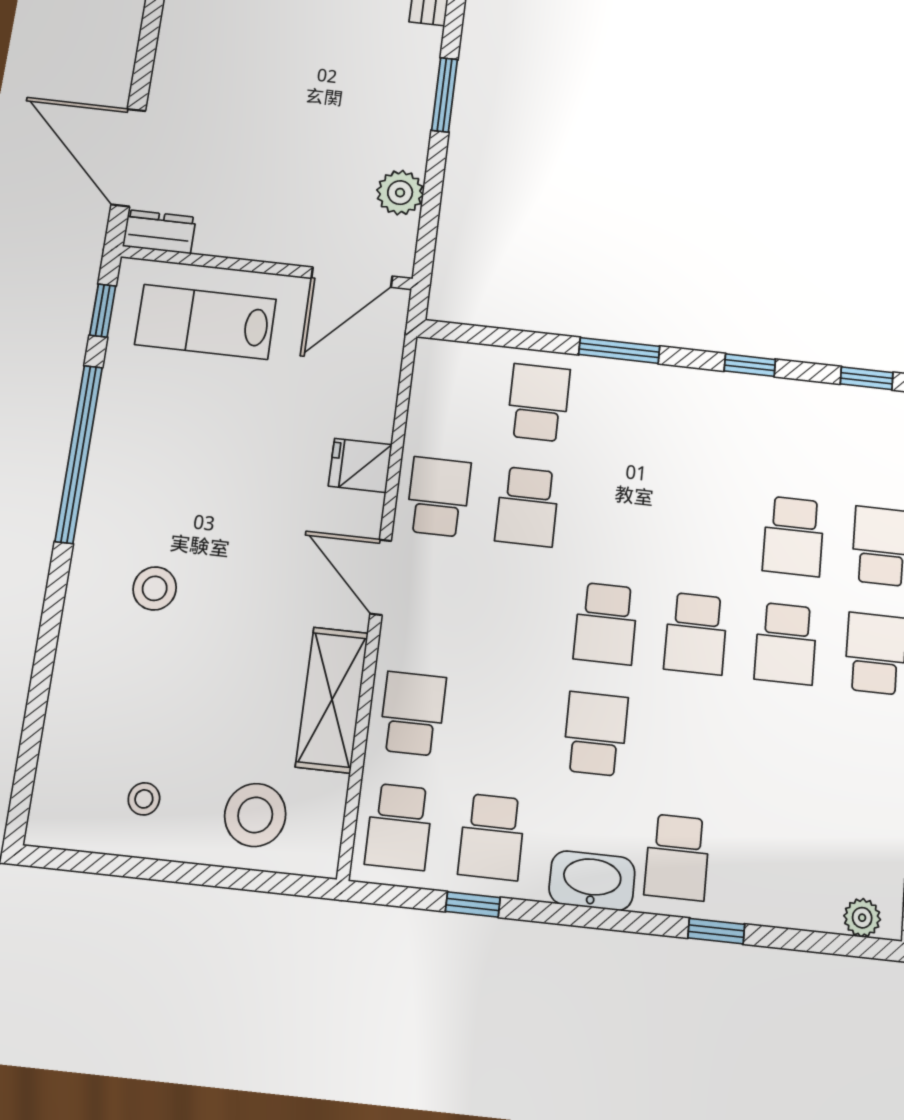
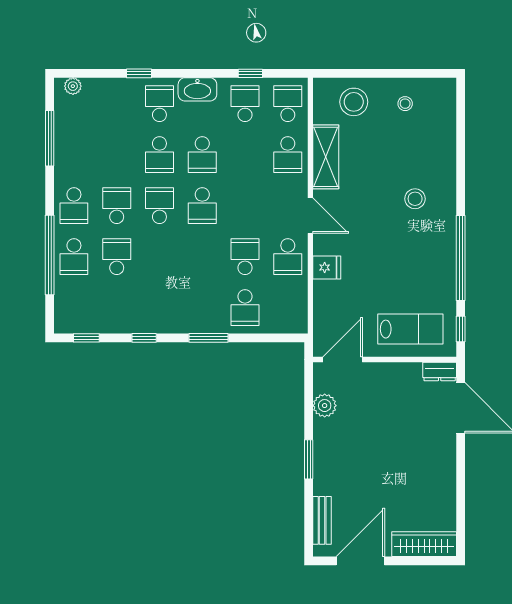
school desk: (606, 624) -> (202, 206), turned 180
school desk: (687, 744) -> (159, 155), added

